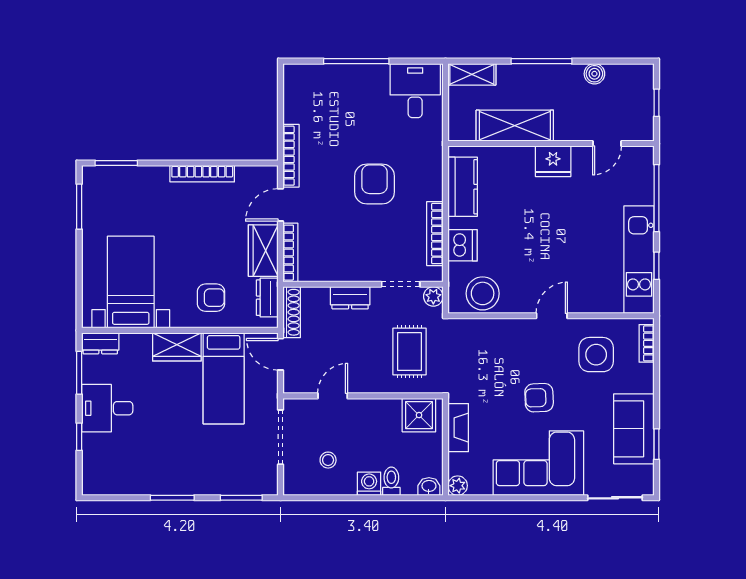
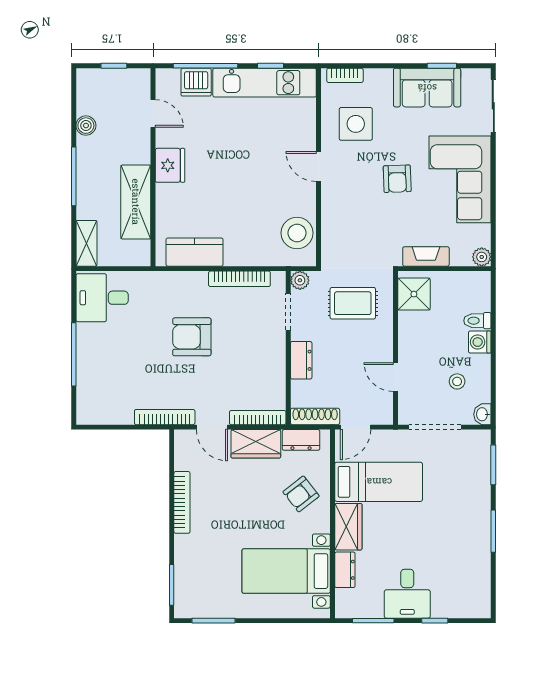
dishwasher: (463, 245) -> (196, 82), moved, turned 180
armchair: (211, 298) -> (301, 494), turned -128
dresser: (100, 343) -> (345, 570), moved
washbasin: (429, 486) -> (482, 414), moved

